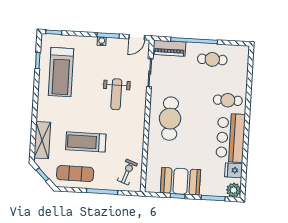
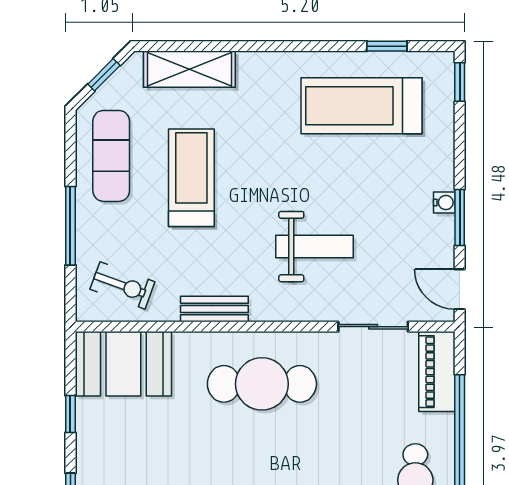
weight bench: (116, 94) -> (314, 247), turned 180
bench: (139, 136) -> (214, 309), added
booth: (180, 181) -> (123, 364), moved, turned 90

